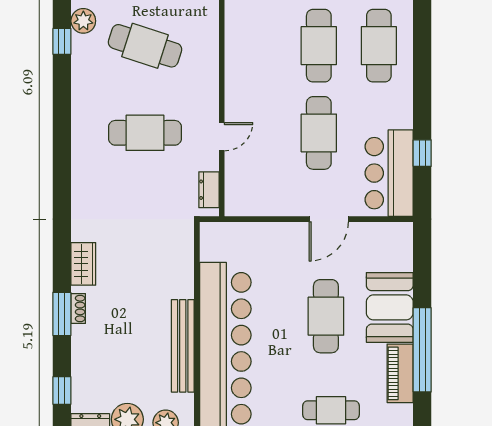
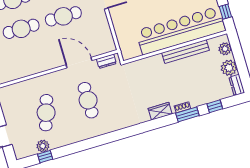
window: (62, 41) -> (45, 157), moved
door: (222, 137) -> (79, 63), width x1.87
window: (62, 390) -> (215, 106), moved

